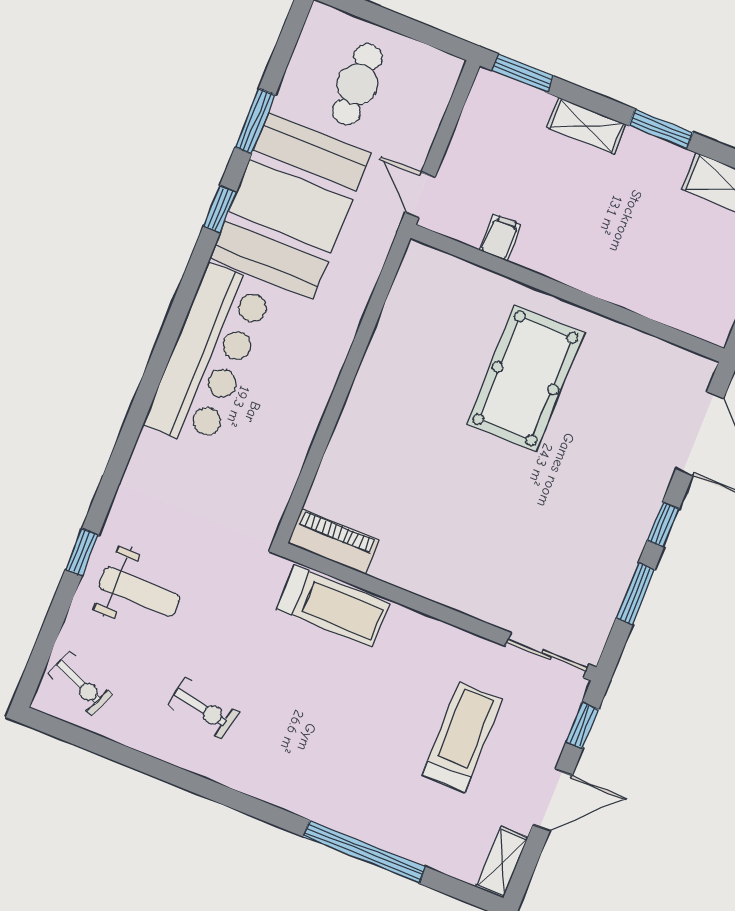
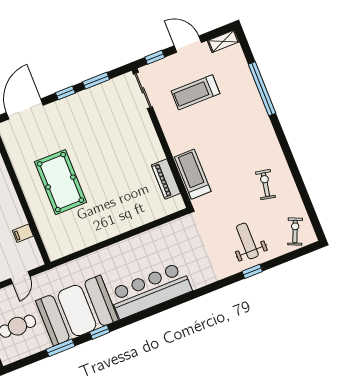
door: (420, 195) -> (20, 277), moved
pool table: (525, 378) -> (60, 182), turned 90
piano: (333, 542) -> (166, 179), moved

